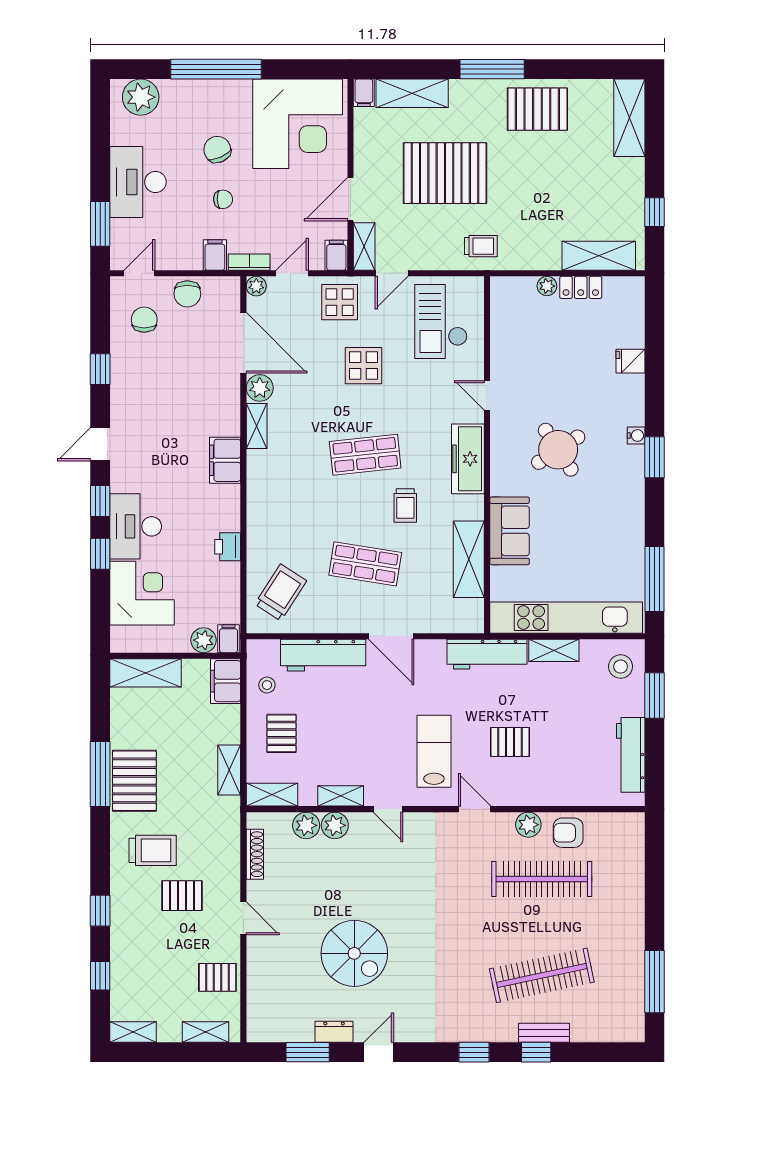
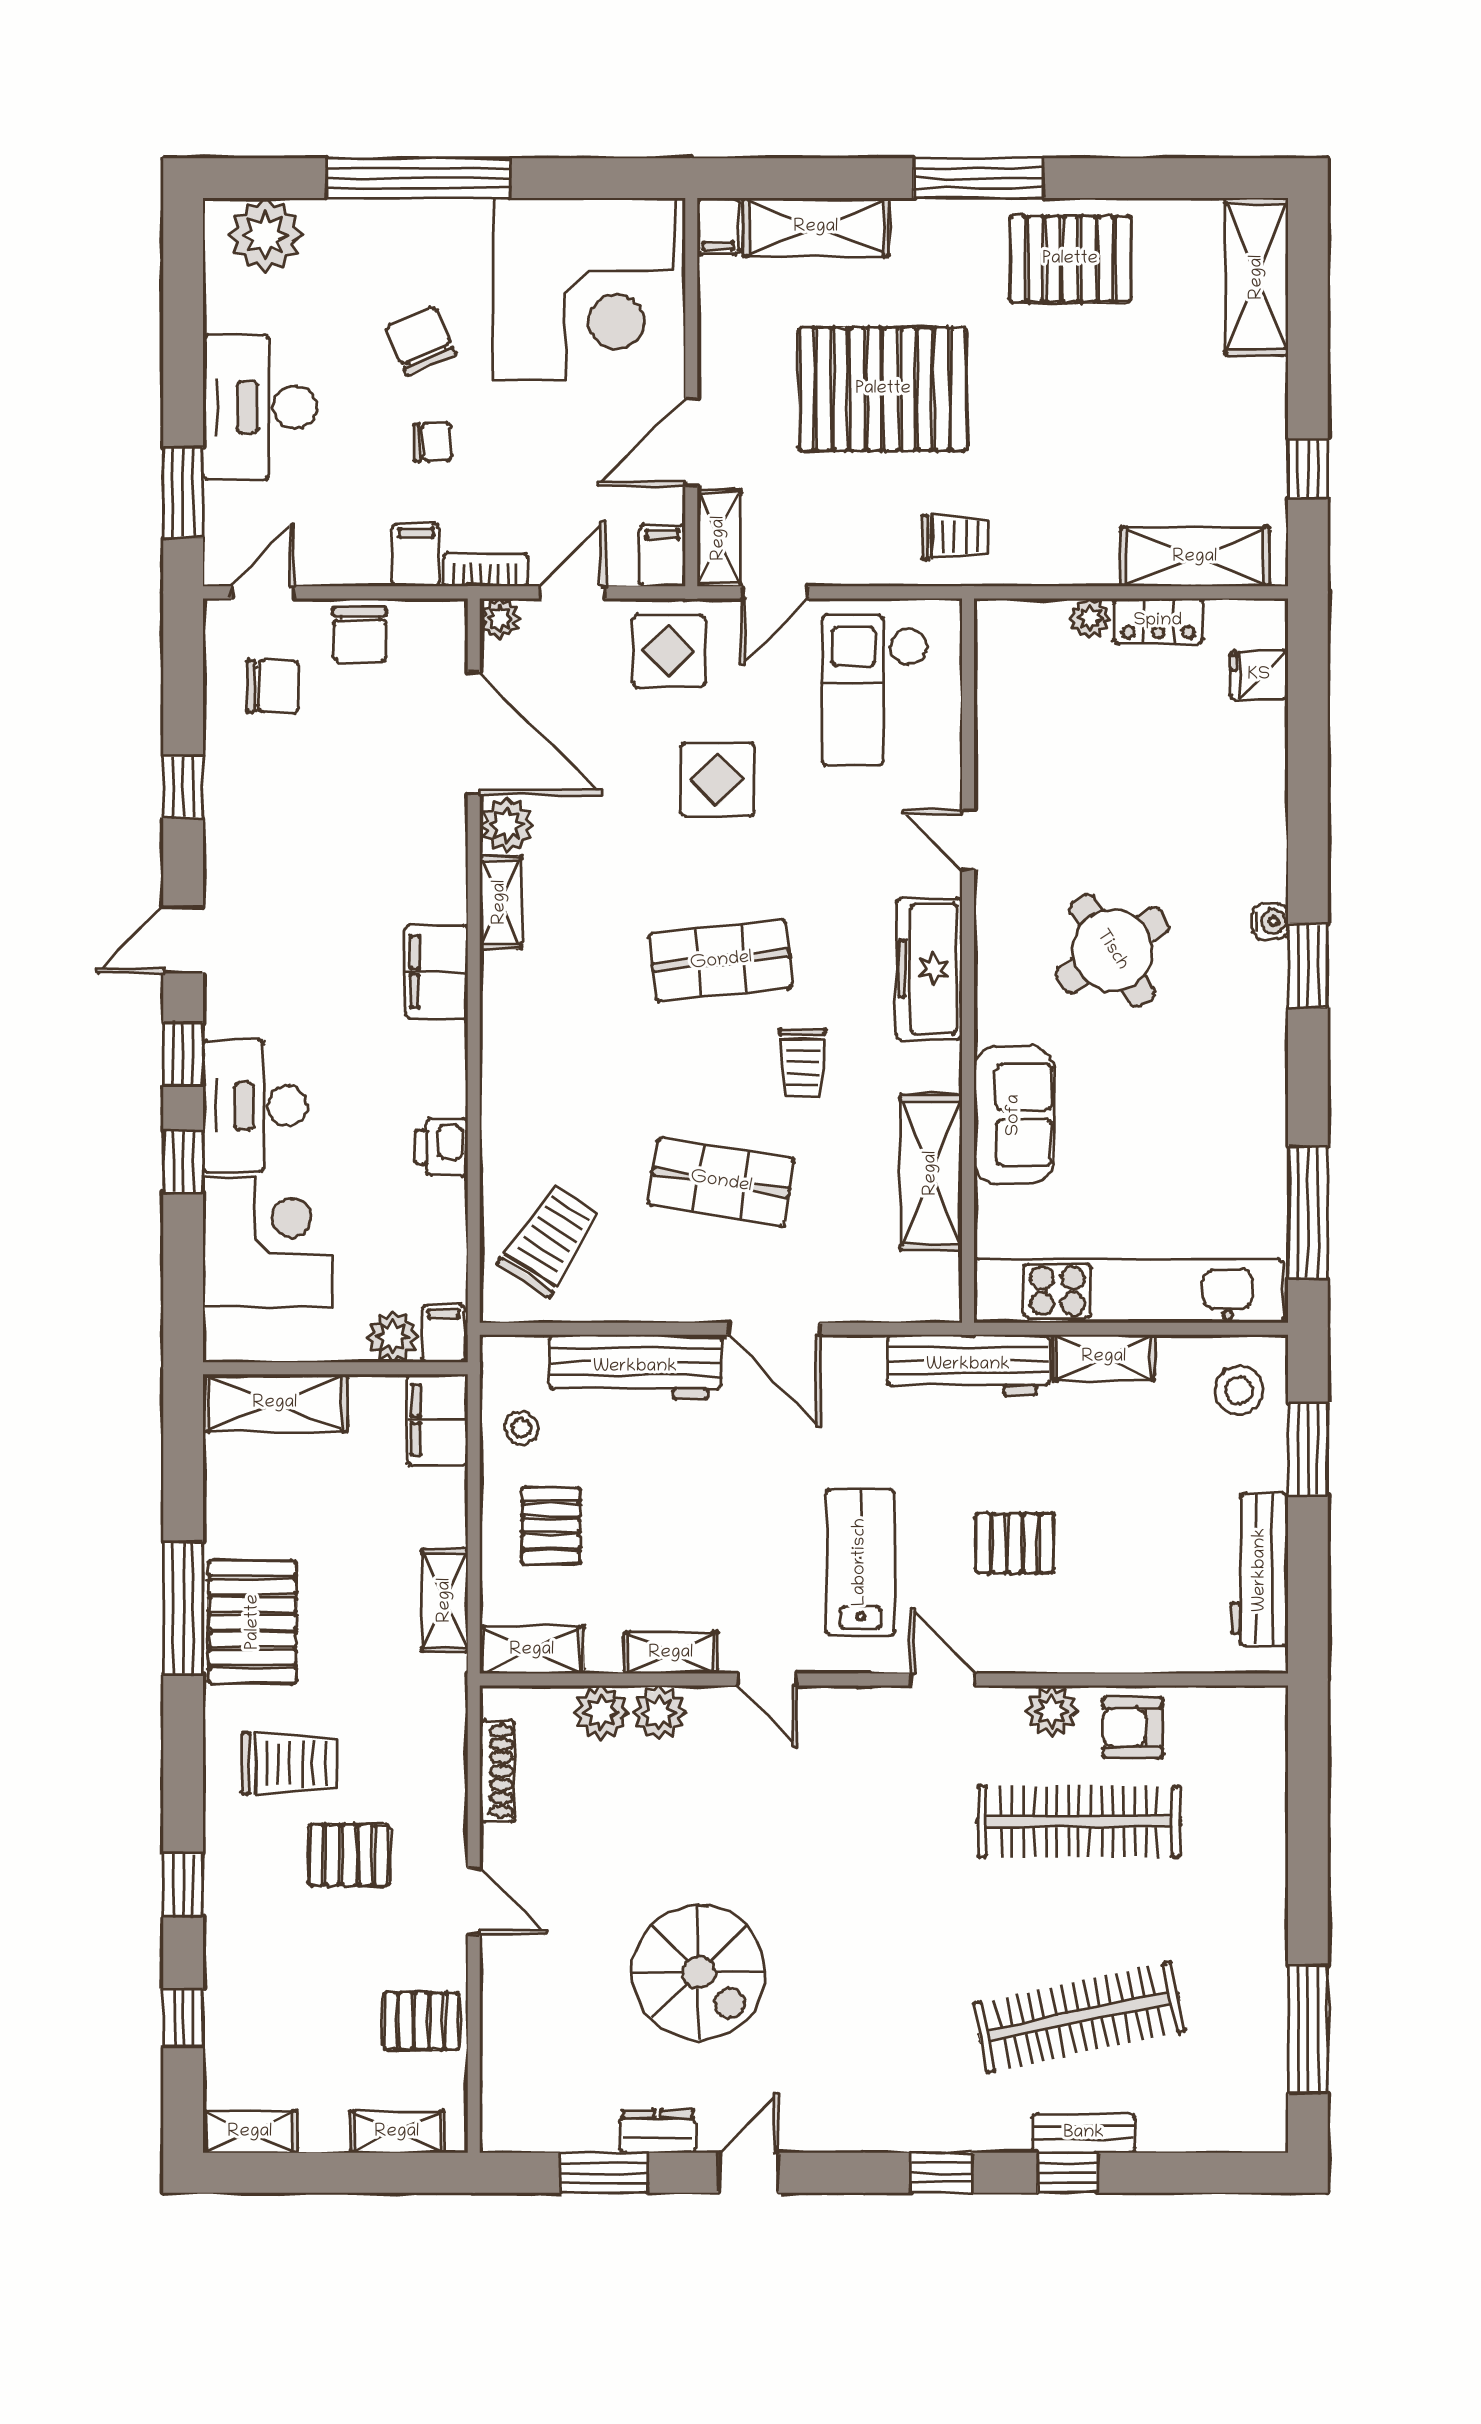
chair: (144, 320) -> (272, 686), turned 90
fridge: (630, 361) -> (1259, 675), moved

